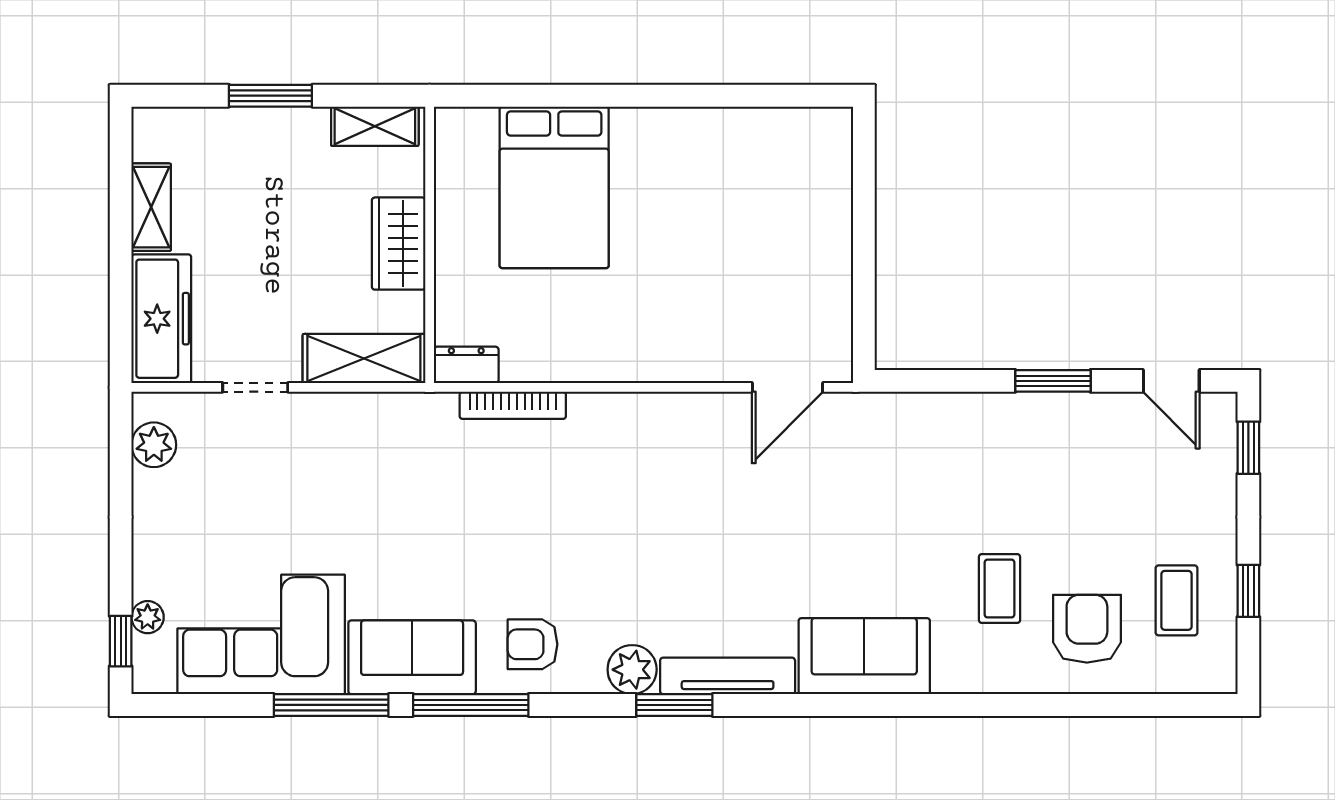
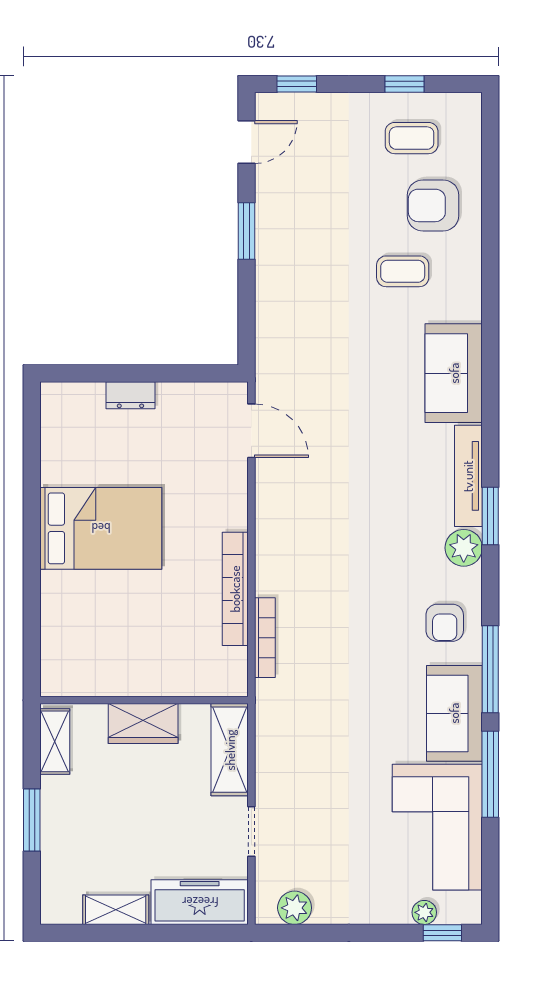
bed: (554, 187) -> (101, 528), moved
dresser: (466, 365) -> (130, 395), moved, turned -90
bookcase: (577, 366) -> (235, 589), added

